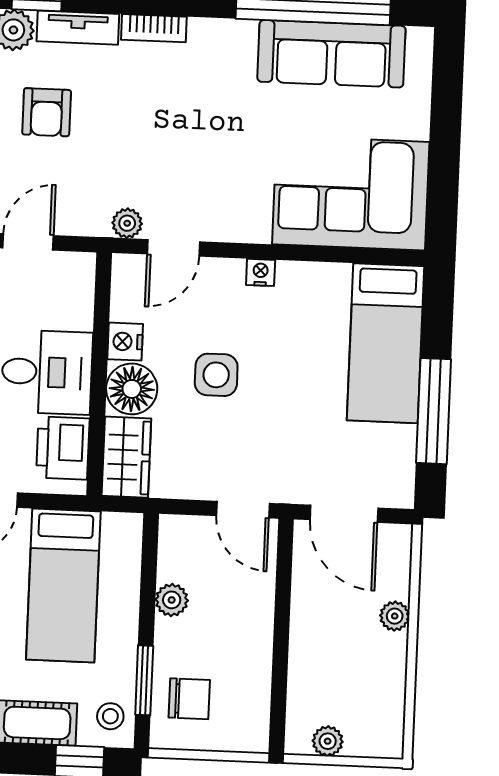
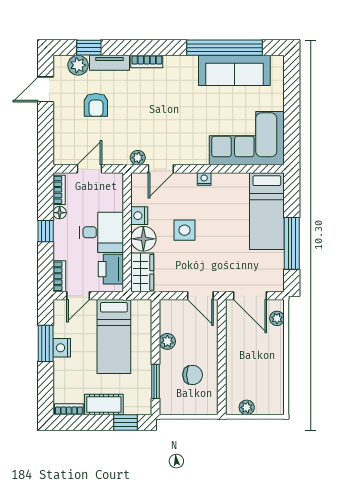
plant: (395, 616) -> (277, 318), moved
chair: (189, 699) -> (193, 375), moved
stool: (110, 716) -> (140, 400), removed

